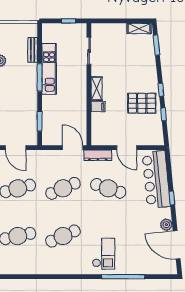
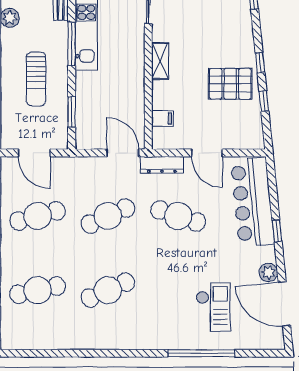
sun lounger: (17, 100) -> (36, 79), added
filing cabinet: (98, 107) -> (162, 118), moved
checkout: (104, 254) -> (213, 307), moved

